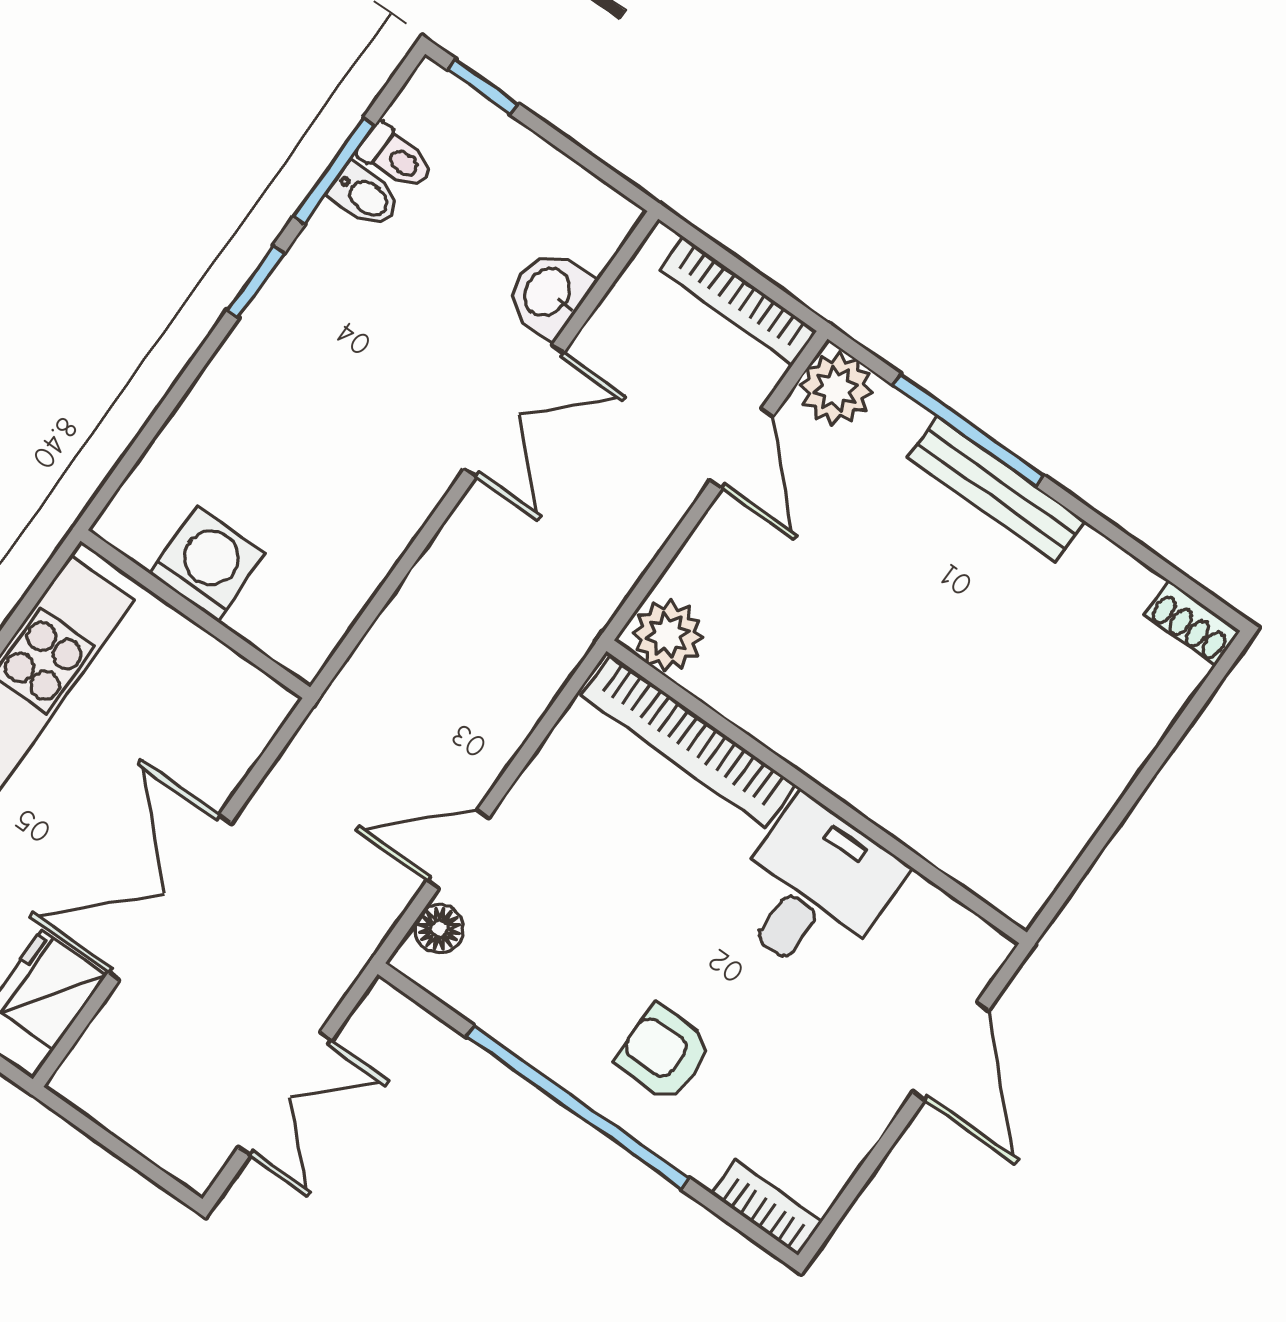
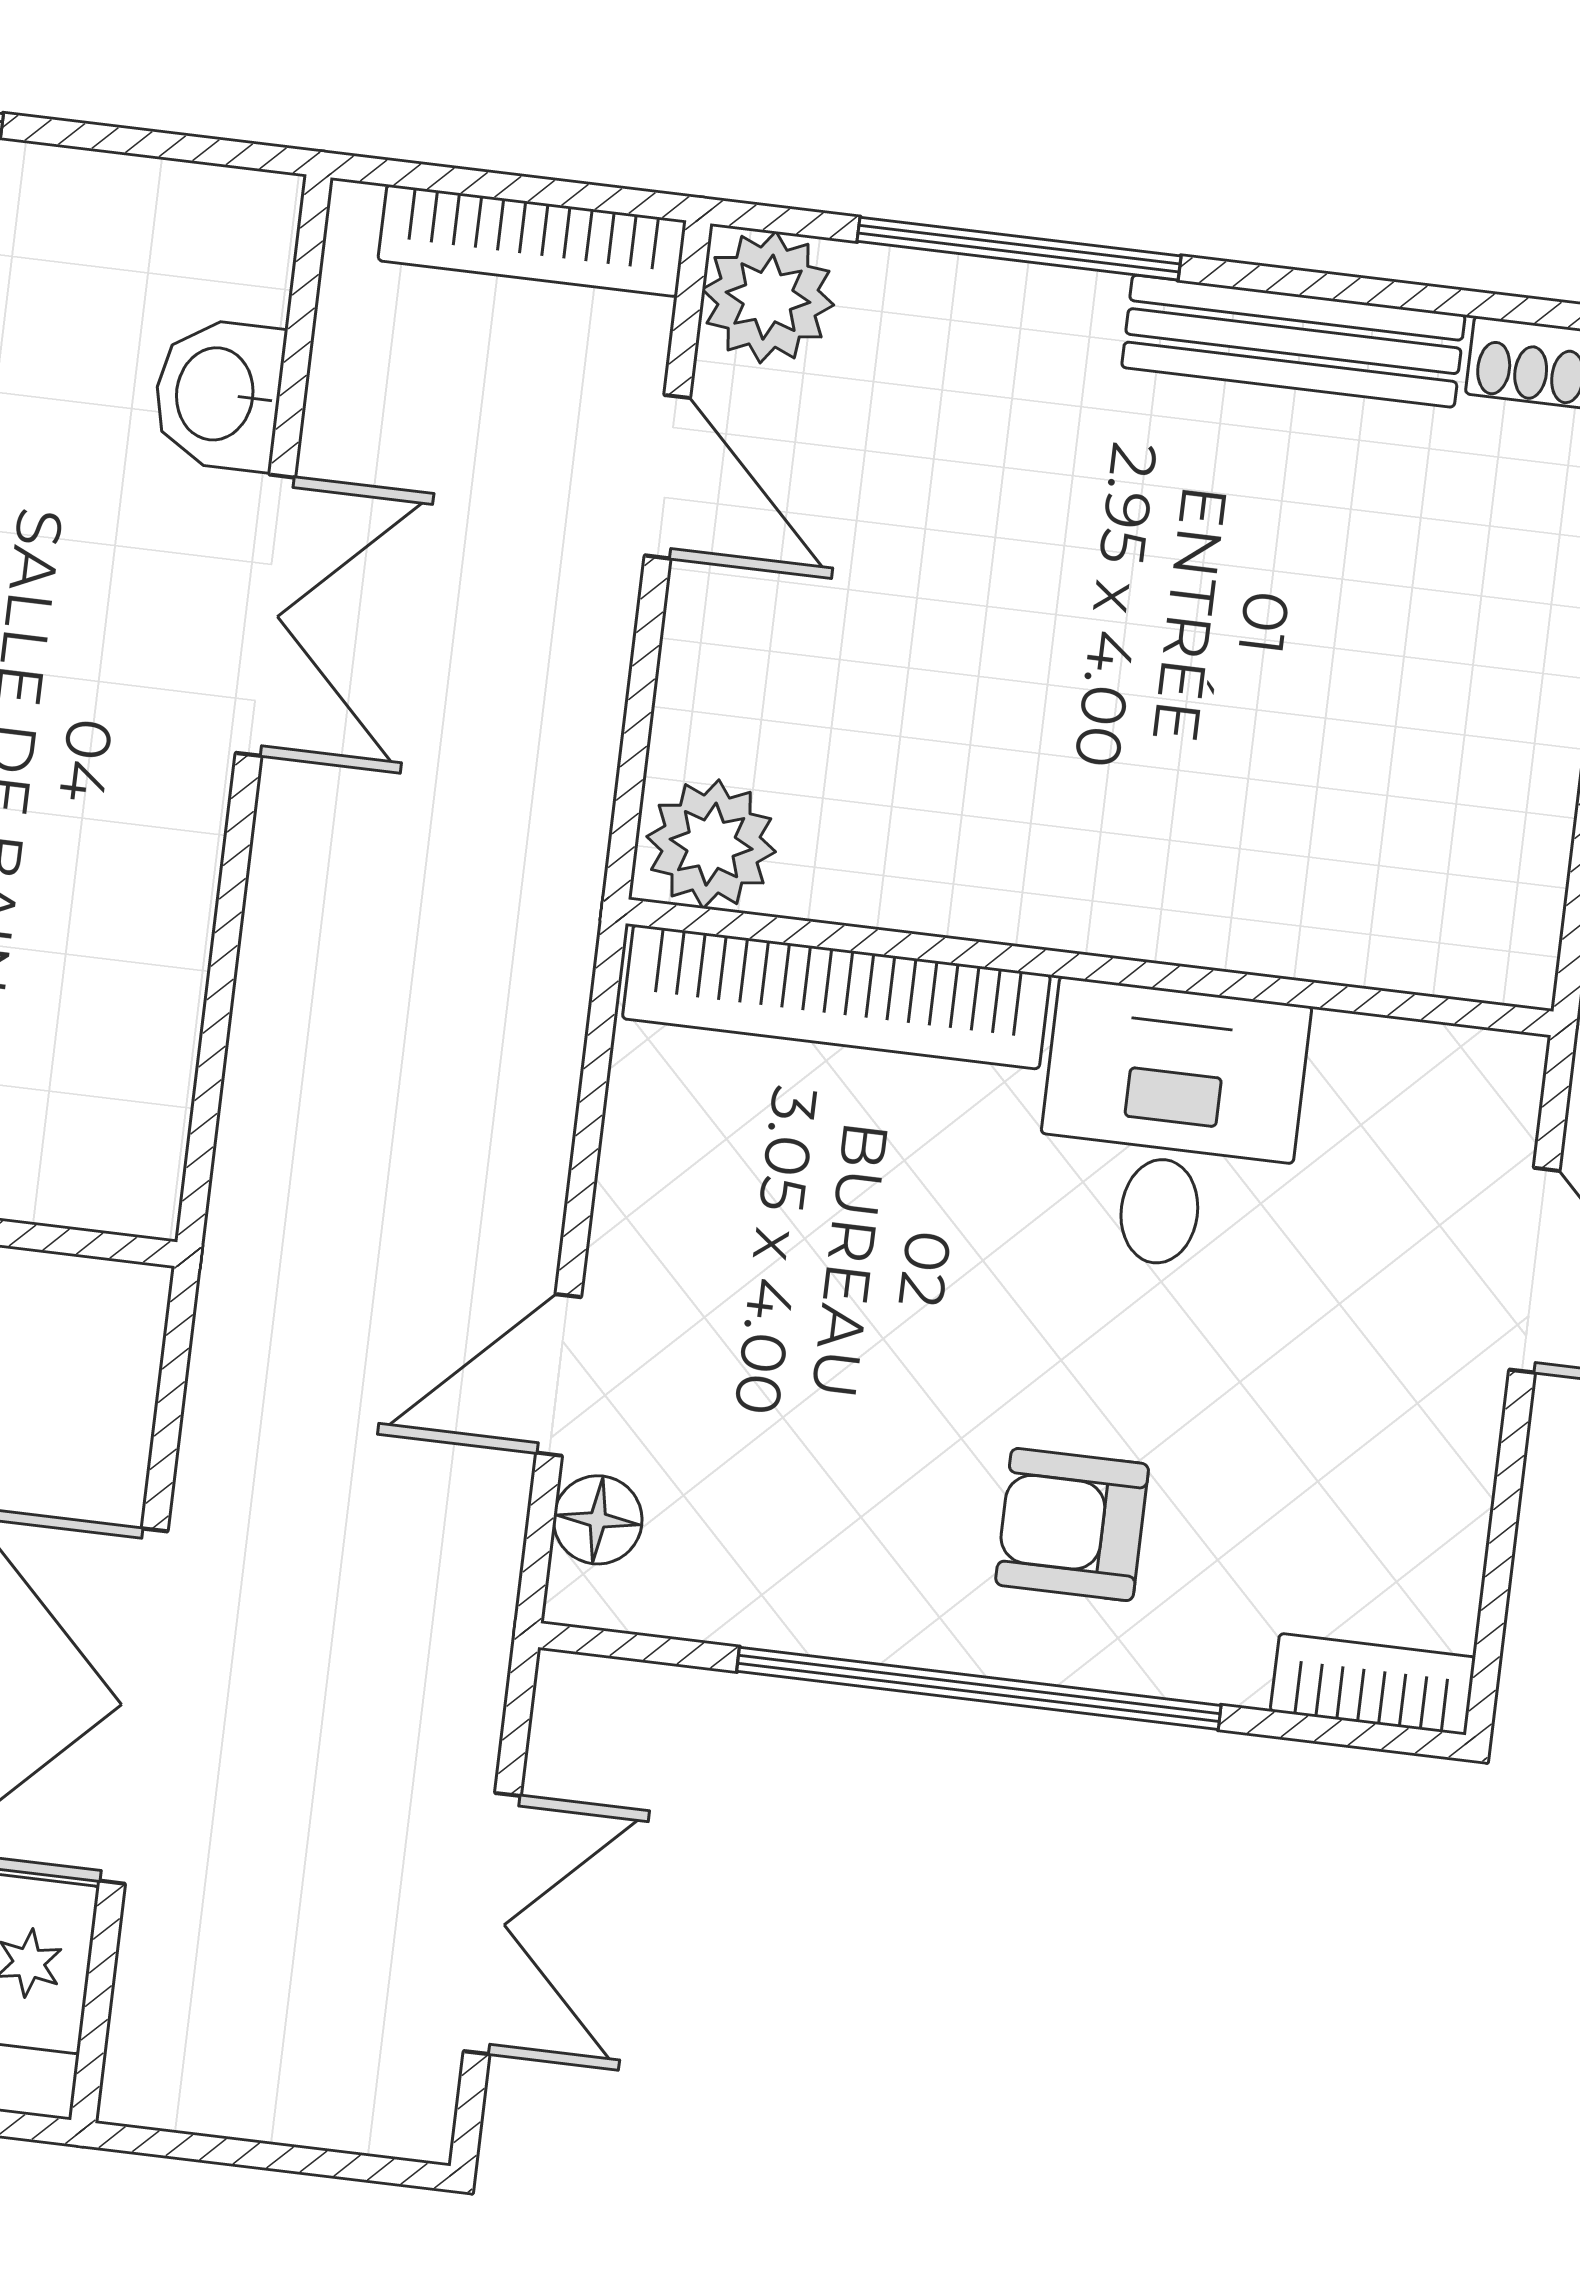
bench: (996, 489) -> (1293, 341), moved

